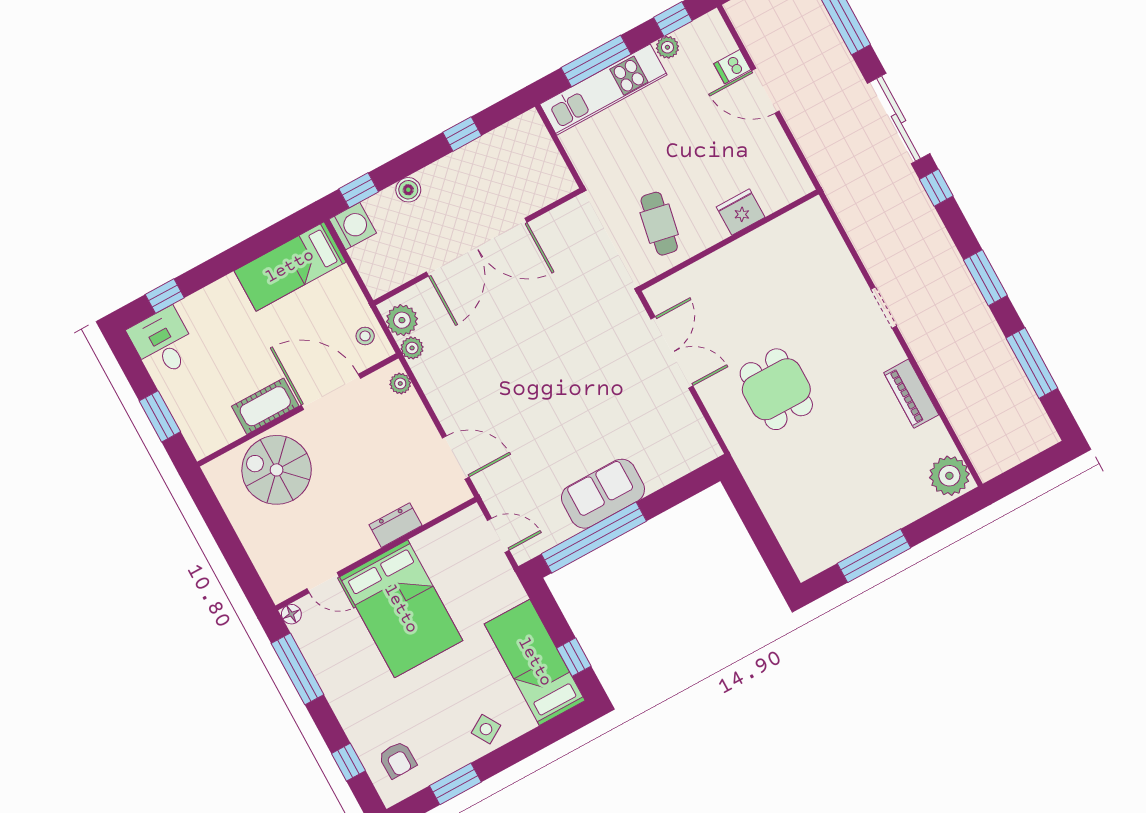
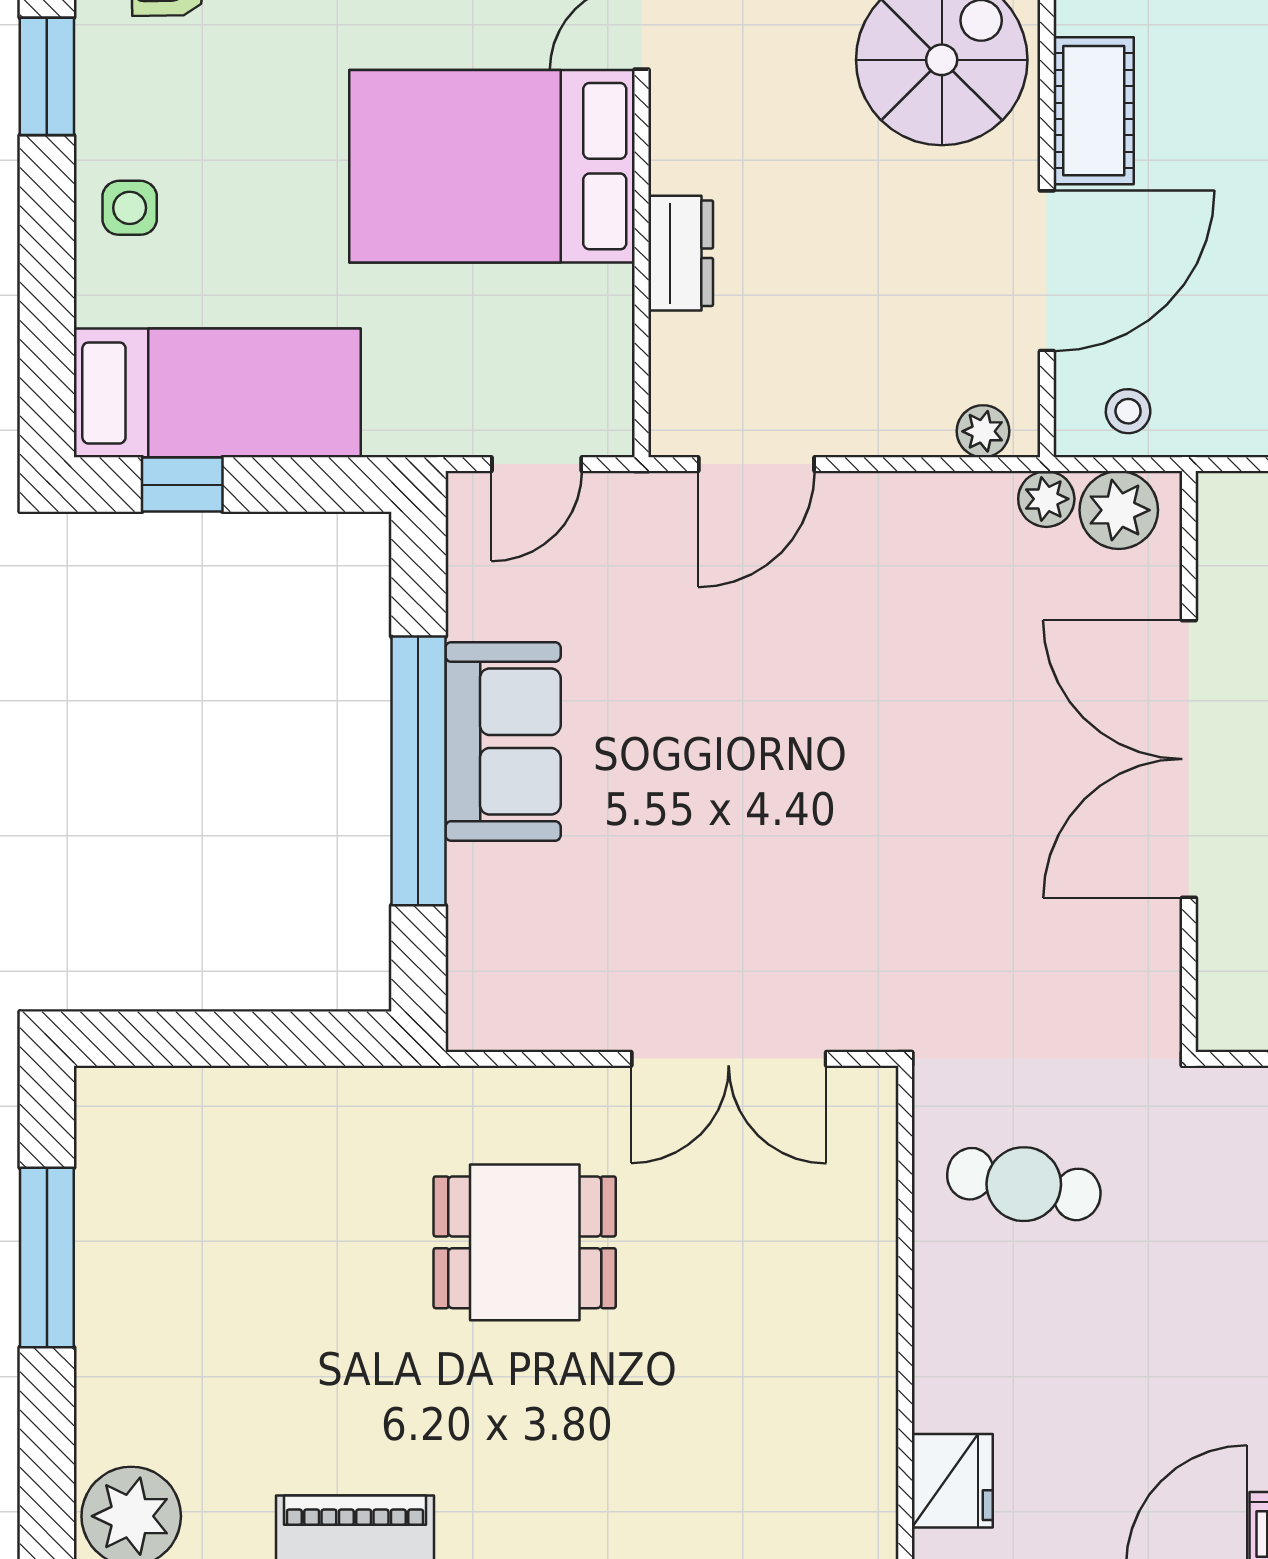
fridge: (741, 212) -> (952, 1481), moved
window: (594, 537) -> (418, 771), moved
side table: (486, 729) -> (130, 208), turned 31

